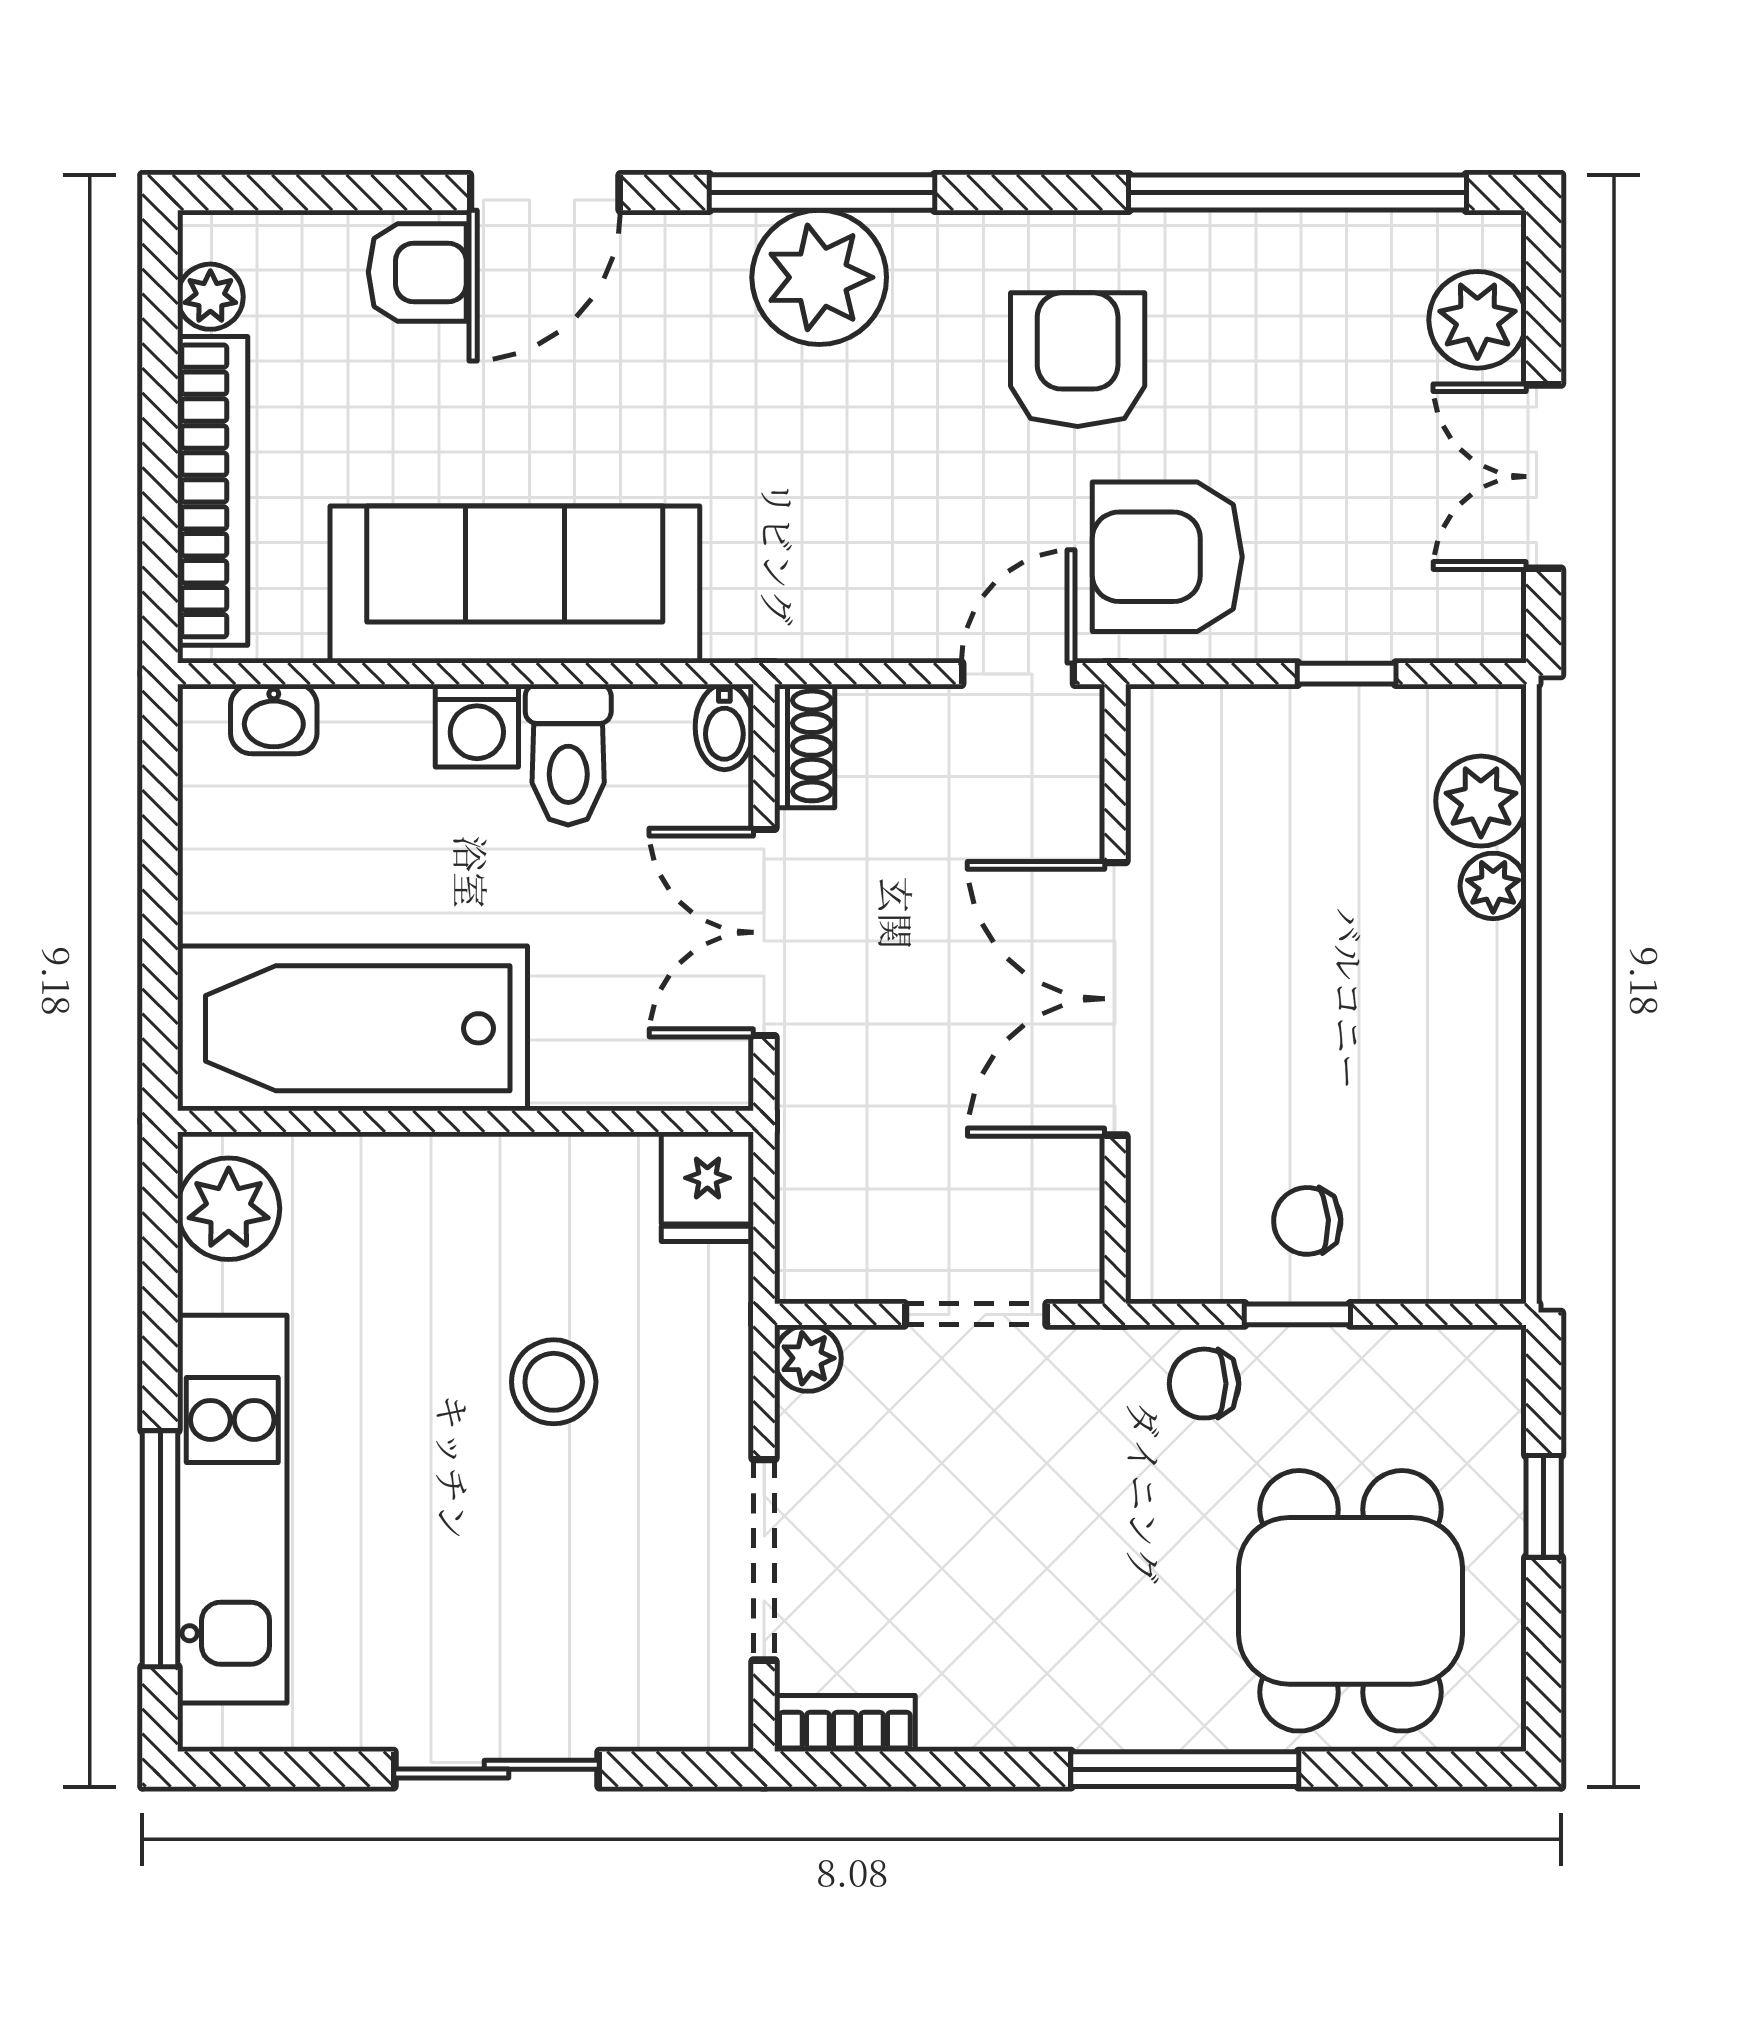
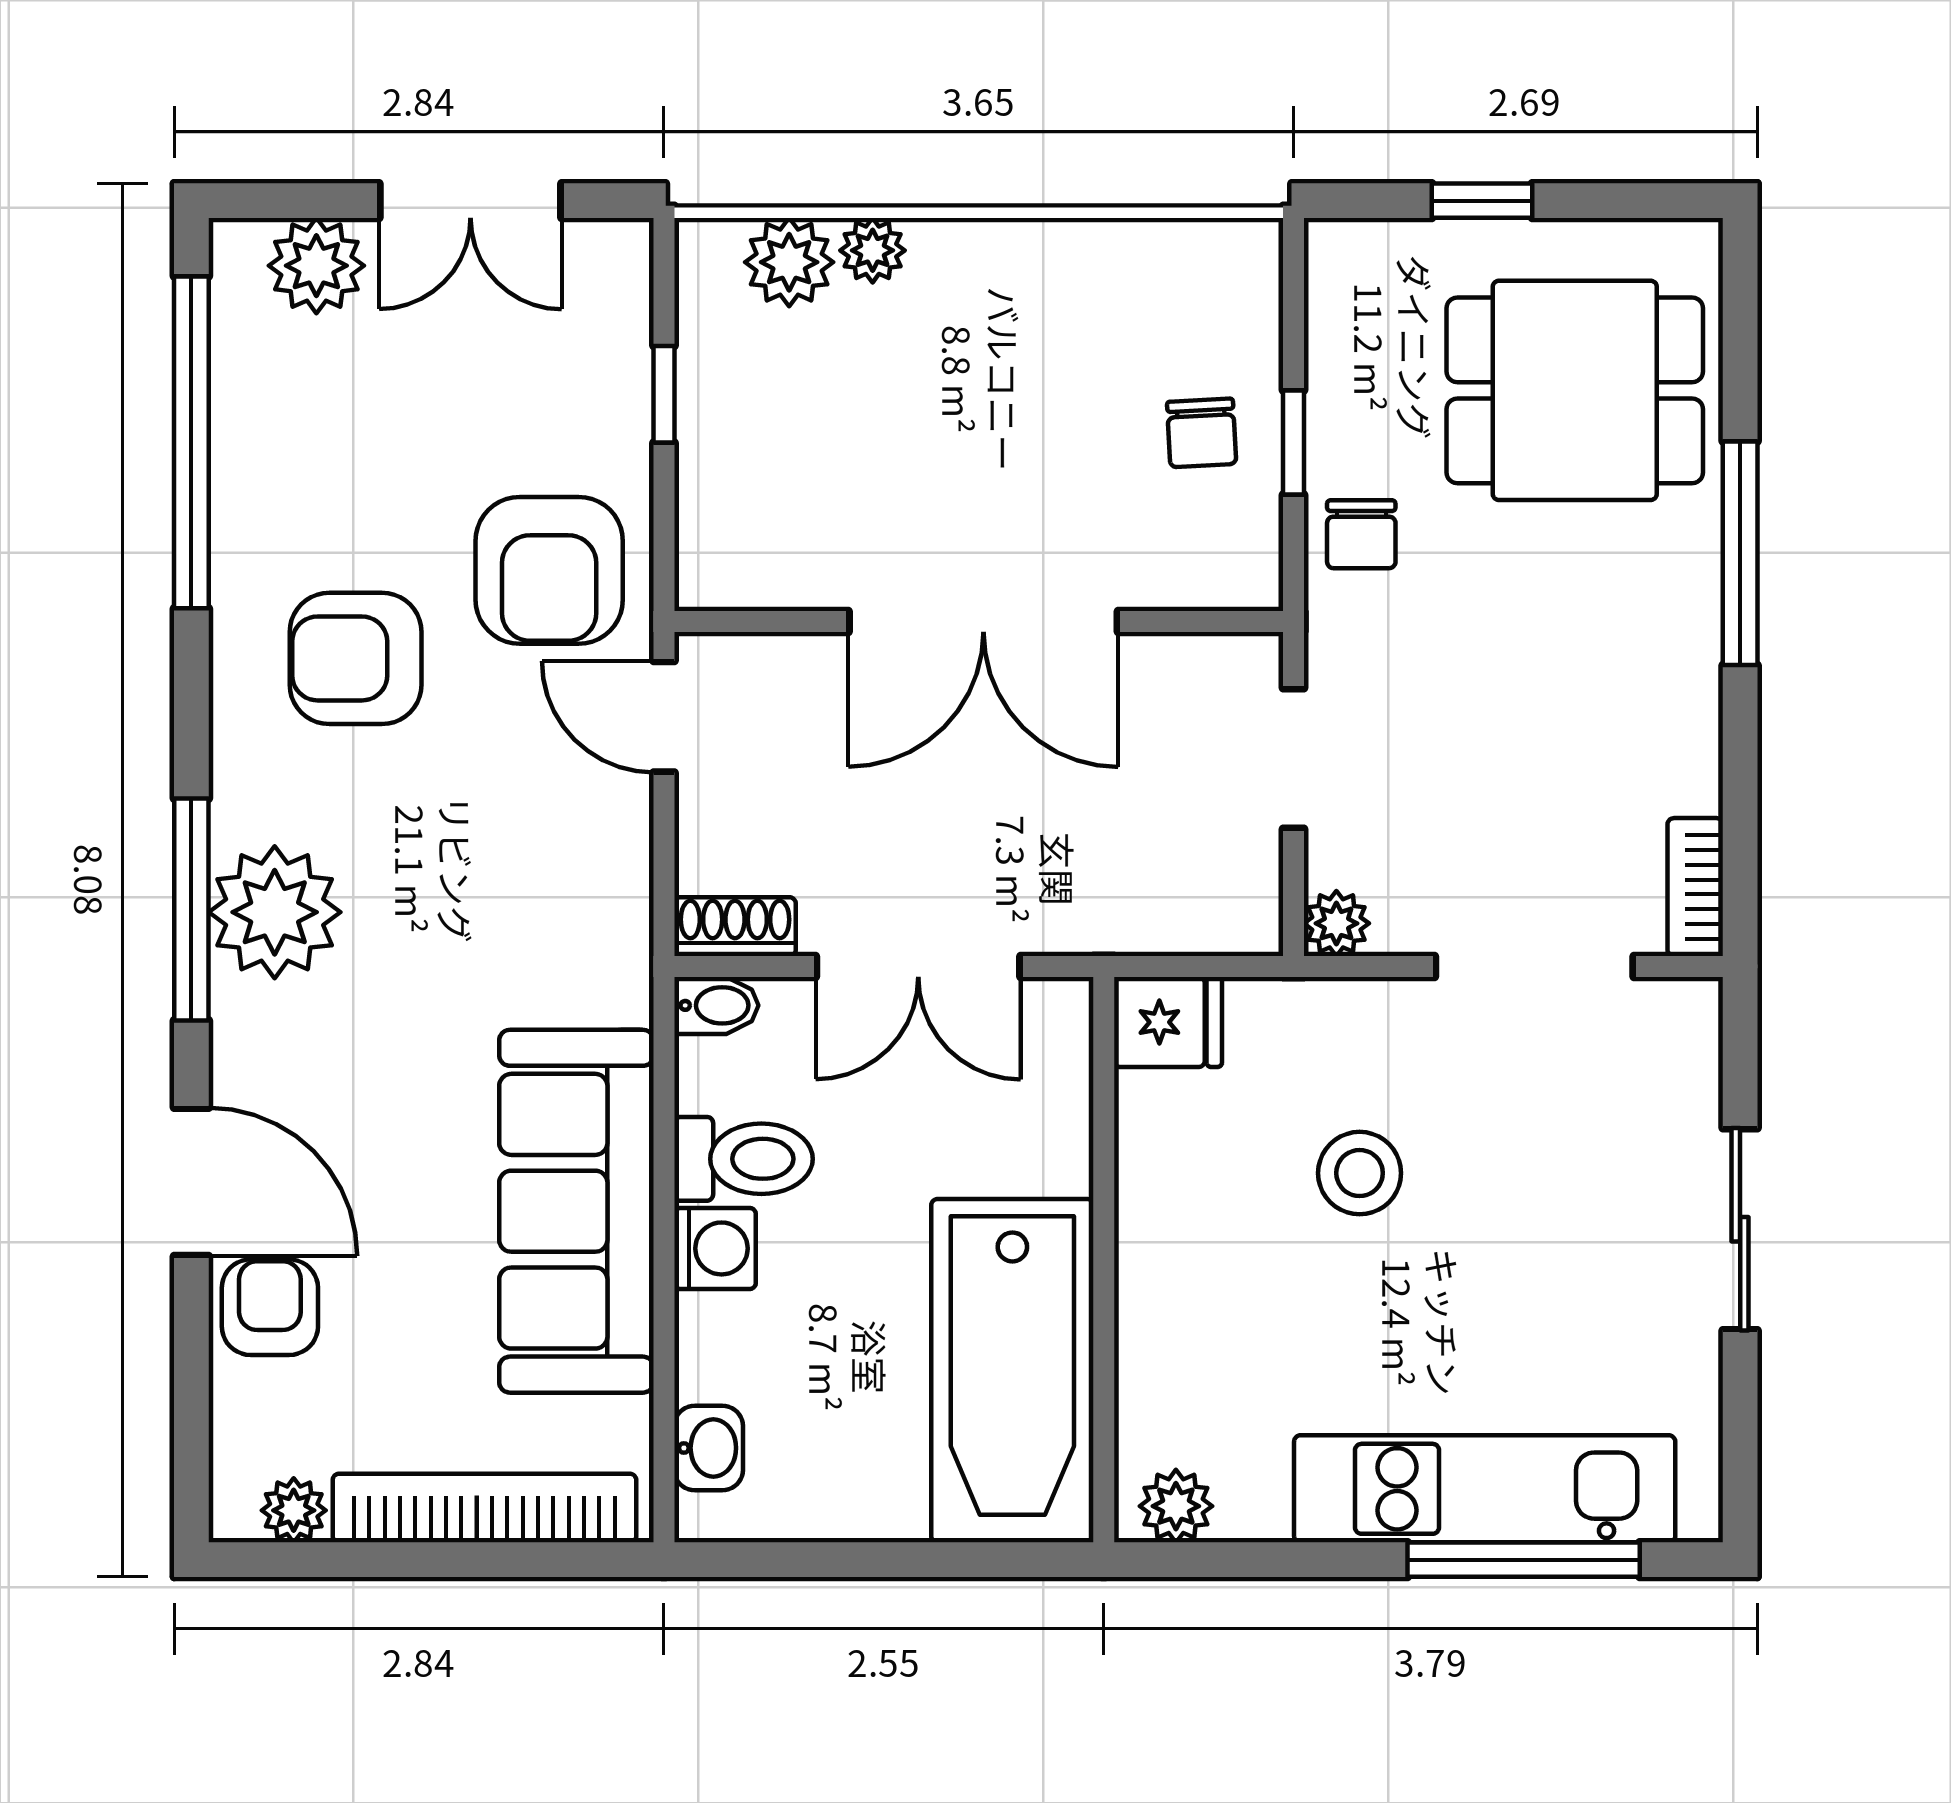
plant: (229, 1209) -> (1176, 1506), width x0.73, depth x0.73

